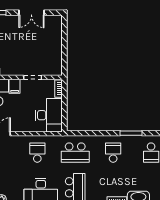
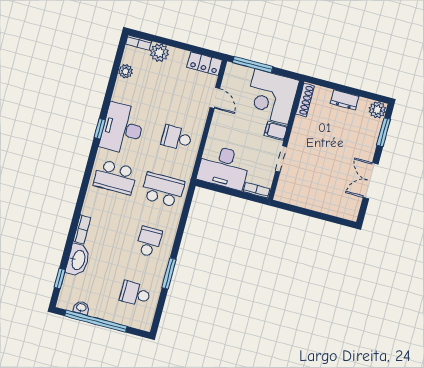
school desk: (37, 153) -> (177, 138), turned 180
school desk: (75, 153) -> (163, 190), turned 90
school desk: (113, 153) -> (149, 242), turned -90

